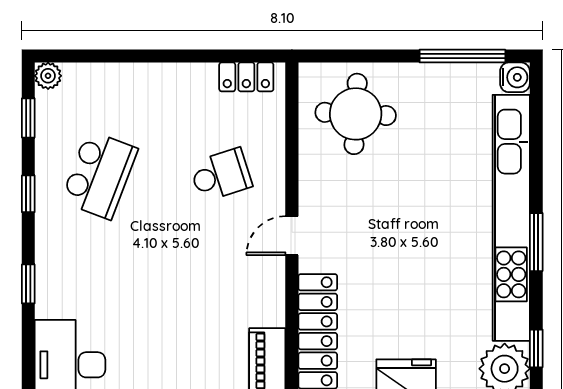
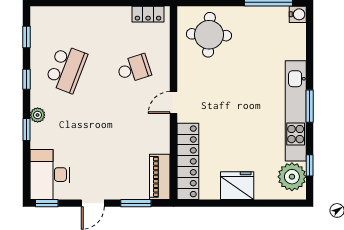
plant: (48, 76) -> (38, 115), moved
kitchen unit: (511, 218) -> (296, 111), width x0.73

